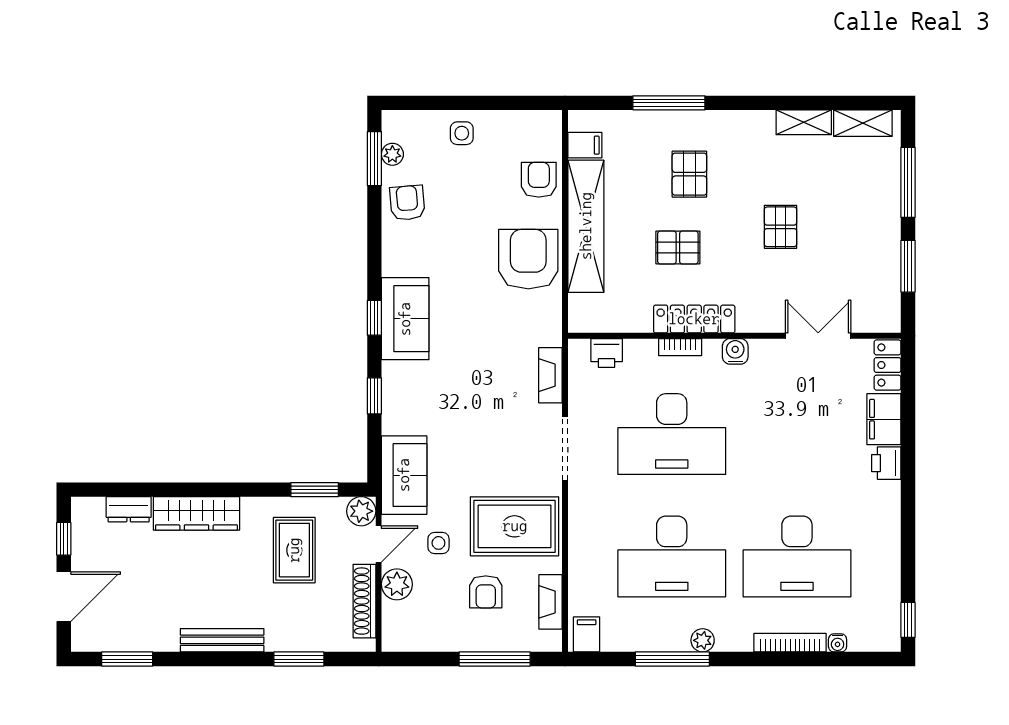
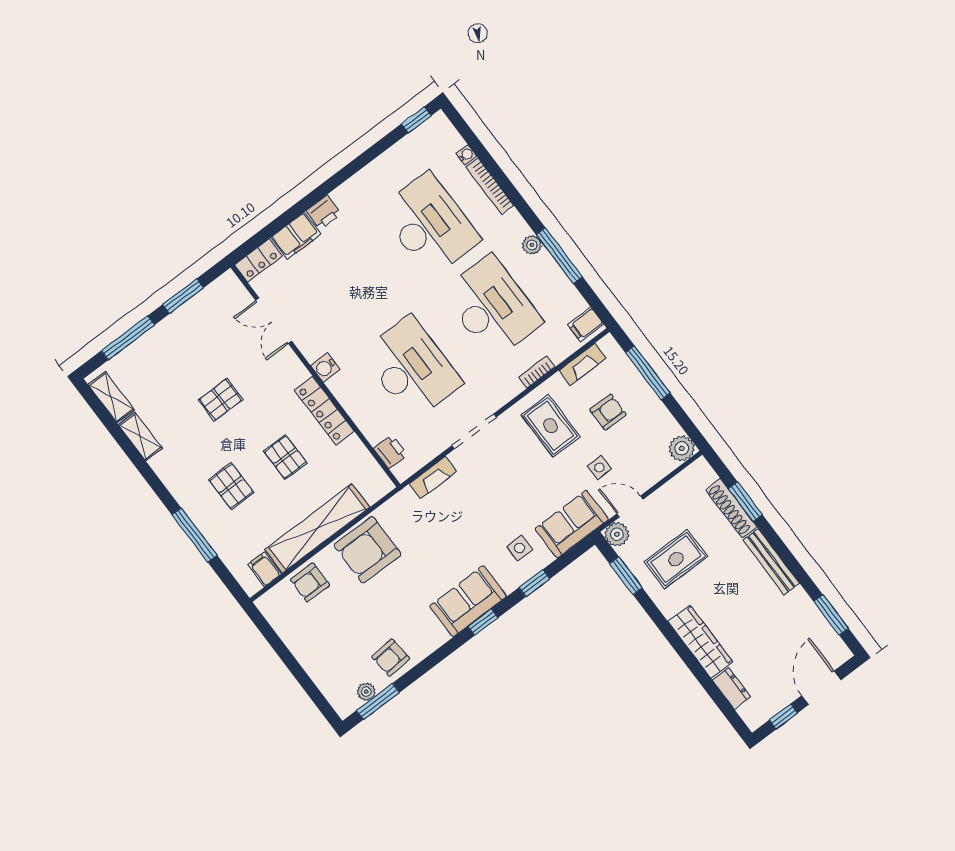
side table: (462, 133) -> (519, 548), moved
pallet: (689, 174) -> (231, 486), turned 90
bookcase: (680, 347) -> (537, 372), moved, turned -90
rug: (515, 526) -> (551, 426), width x0.73, depth x0.70
plant: (397, 584) -> (682, 448), moved
door: (64, 597) -> (821, 688), hinge flipped
shoe rack: (364, 601) -> (731, 508), moved, turned 90

